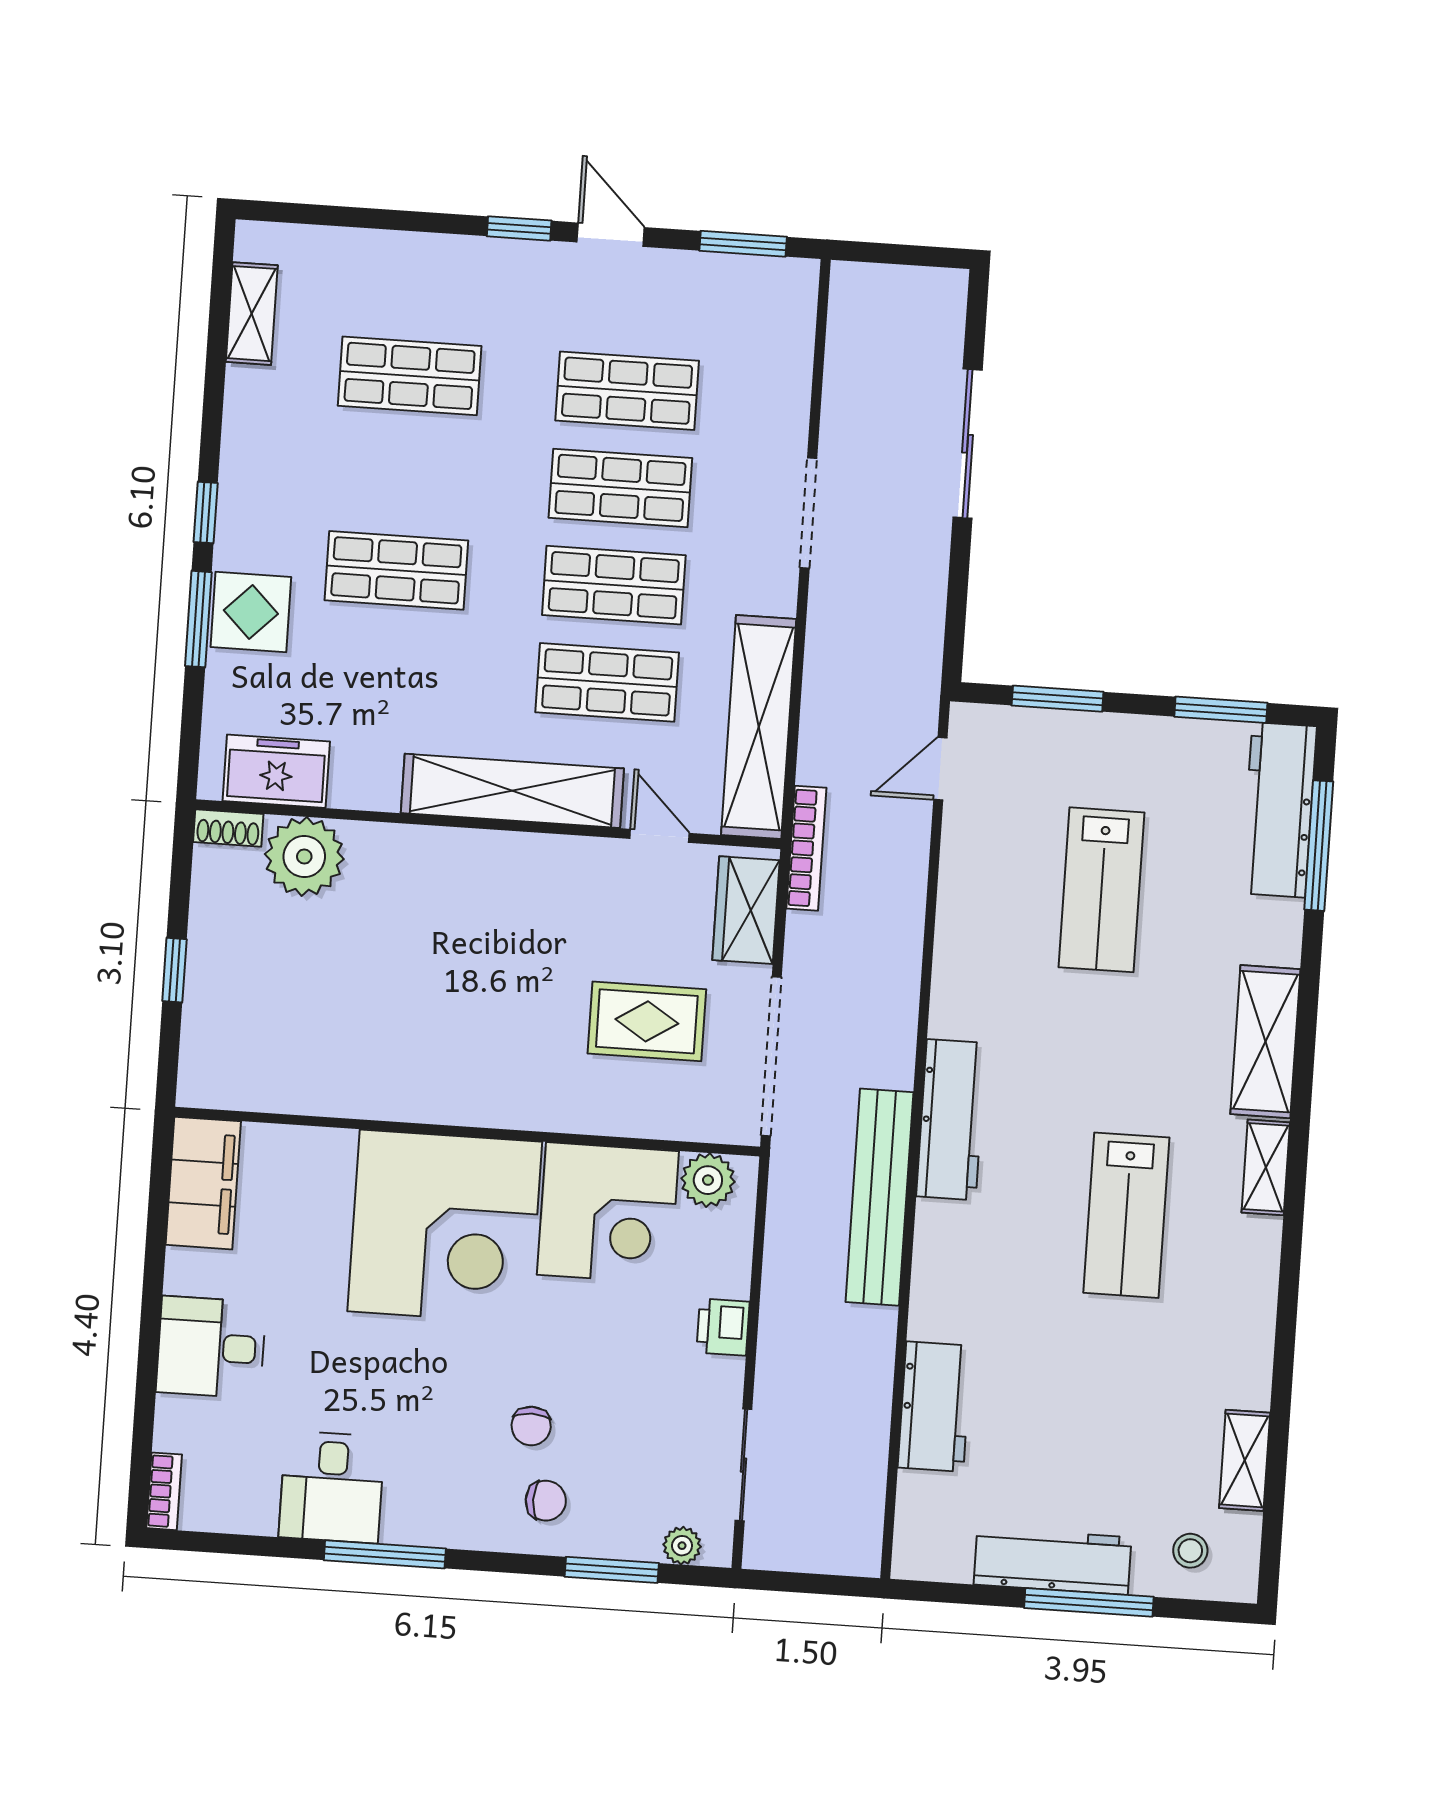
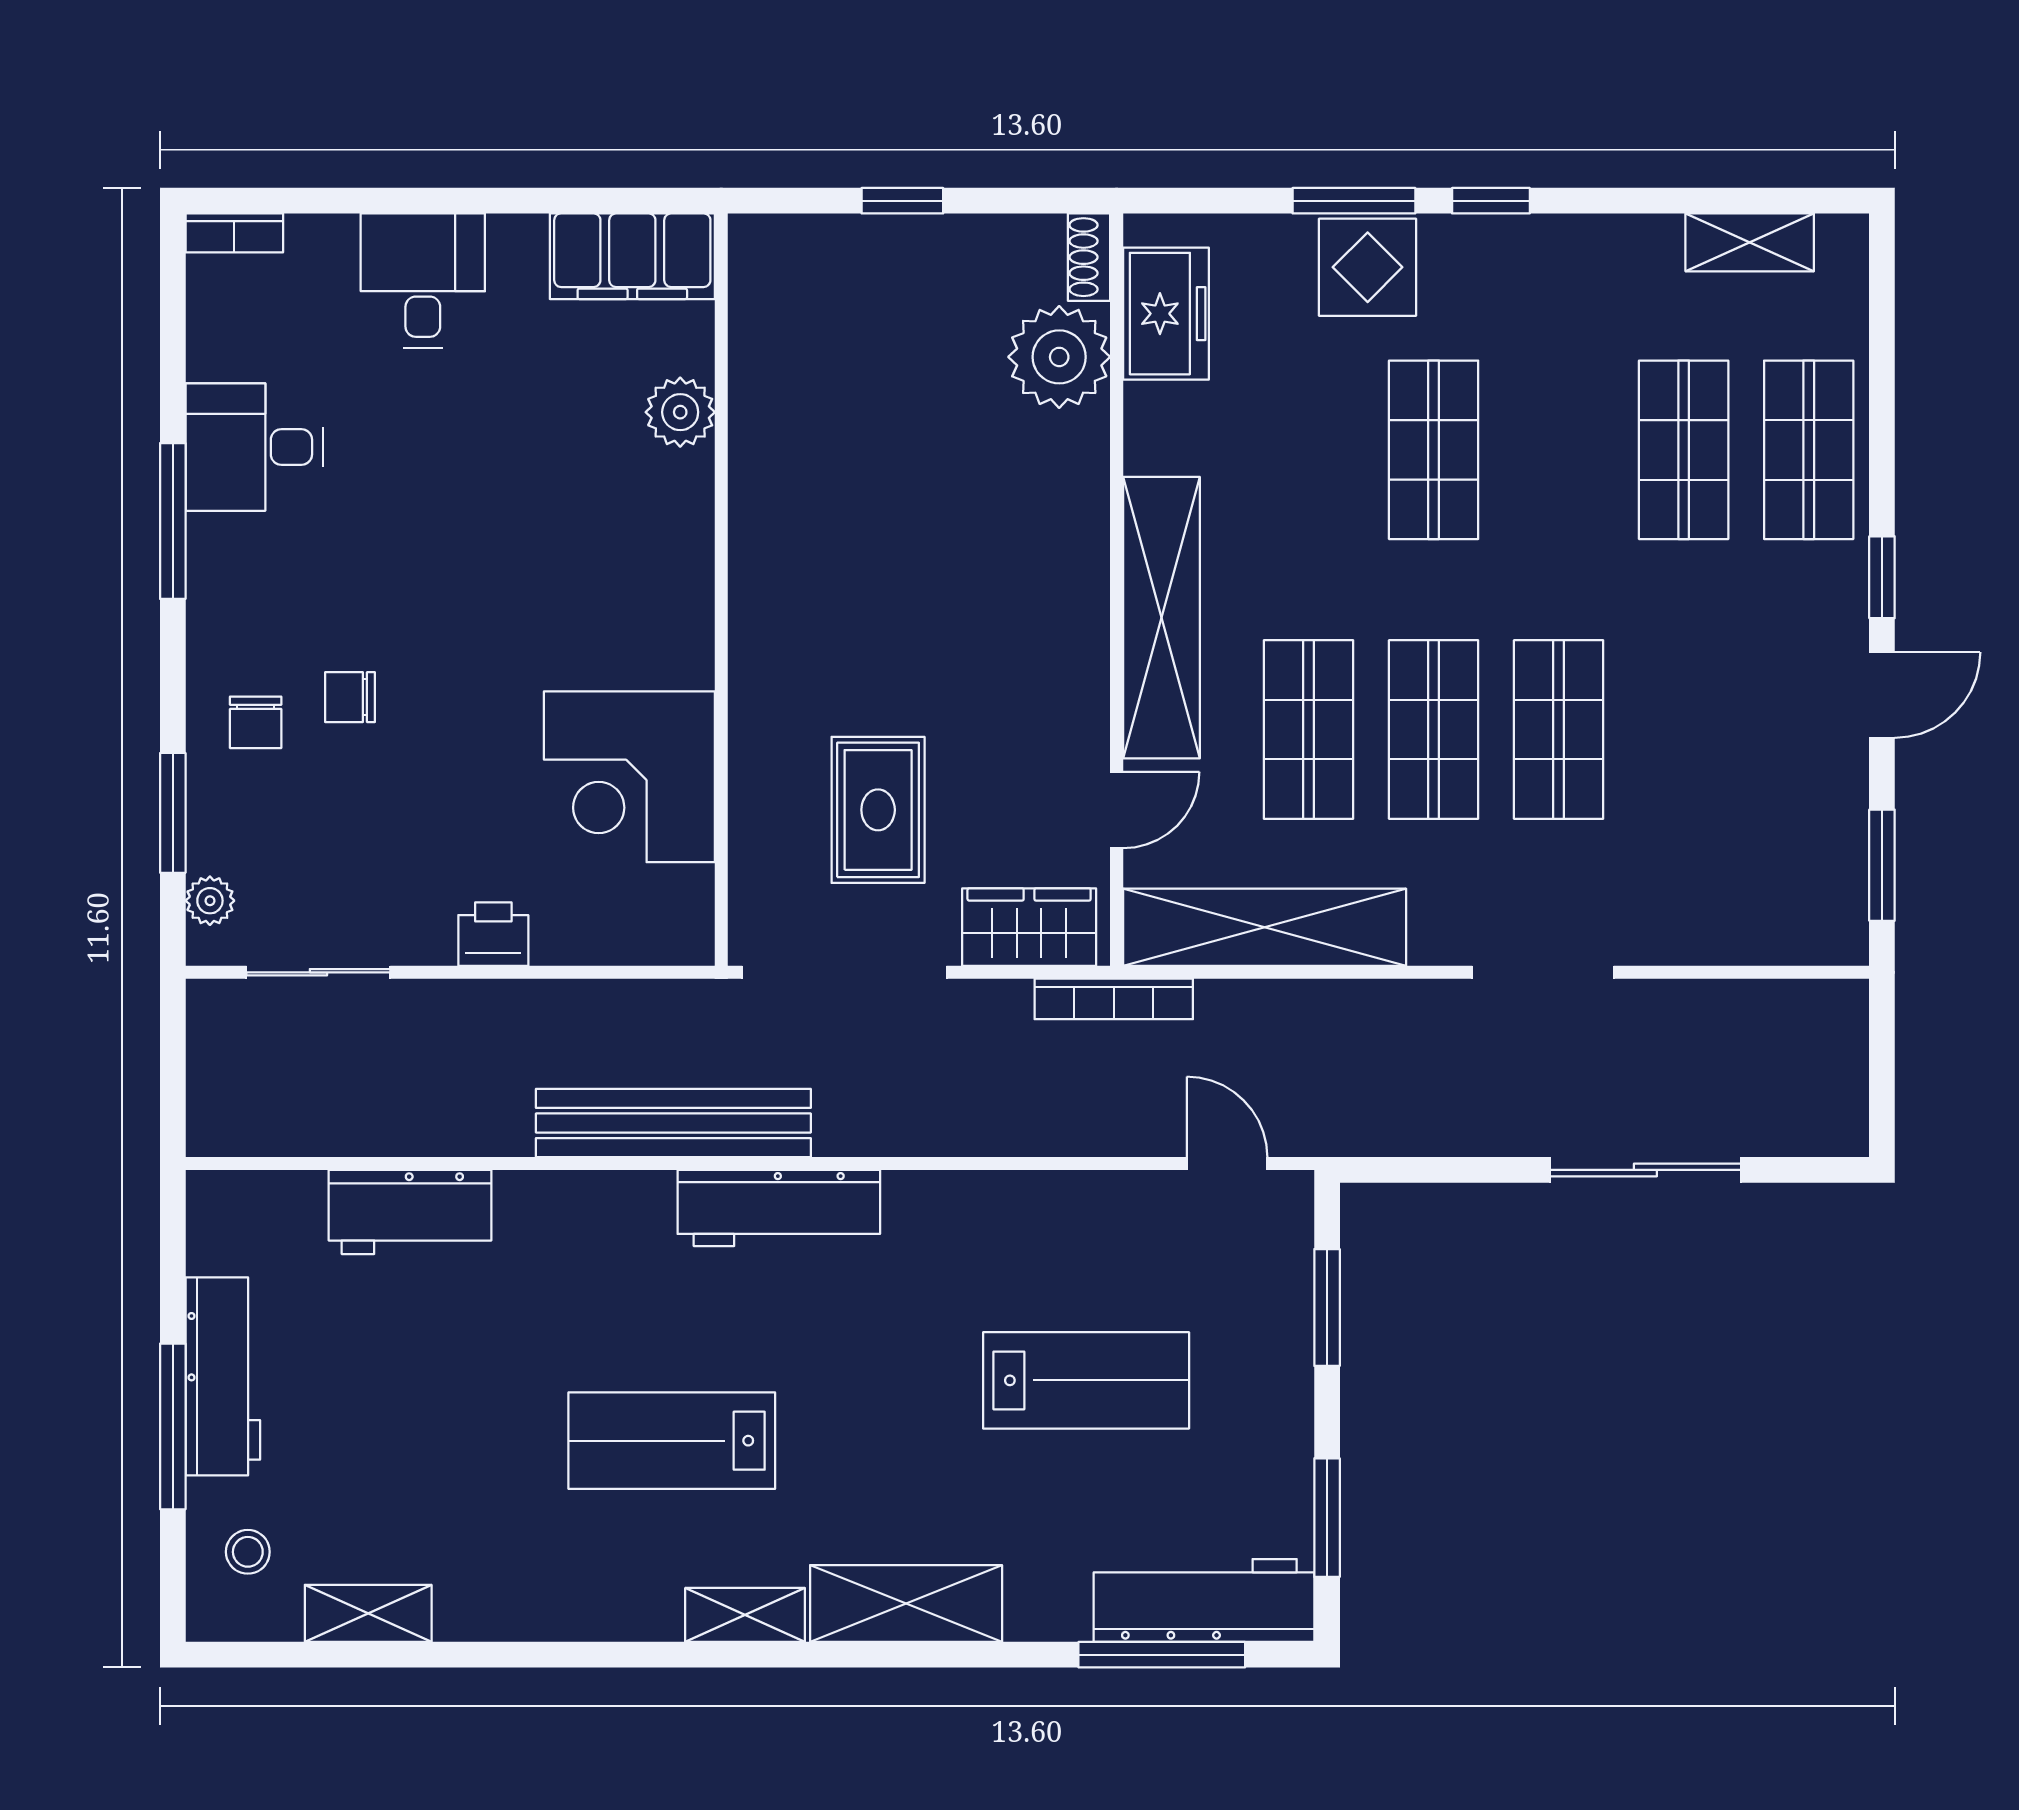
shop shelf: (627, 391) -> (1809, 450), moved
lab bench: (1101, 890) -> (1086, 1380), turned 180
plant: (708, 1180) -> (680, 412), moved
corner desk: (445, 1227) -> (598, 569), removed

